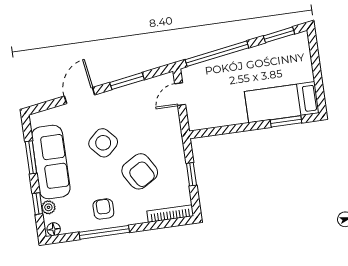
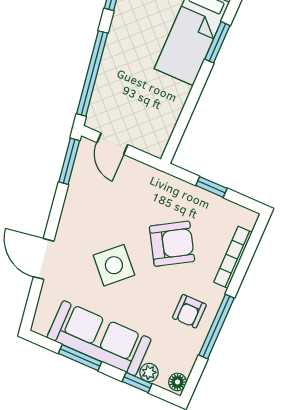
window: (127, 81) -> (69, 161), moved
armchair: (103, 209) -> (189, 311), turned -90
bookcase: (170, 213) -> (233, 257), moved

